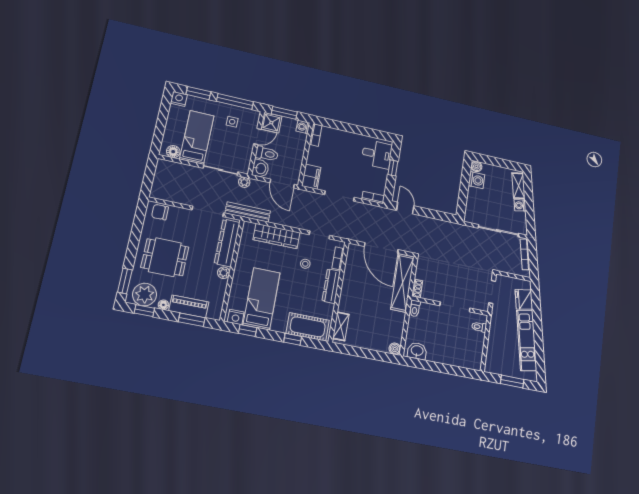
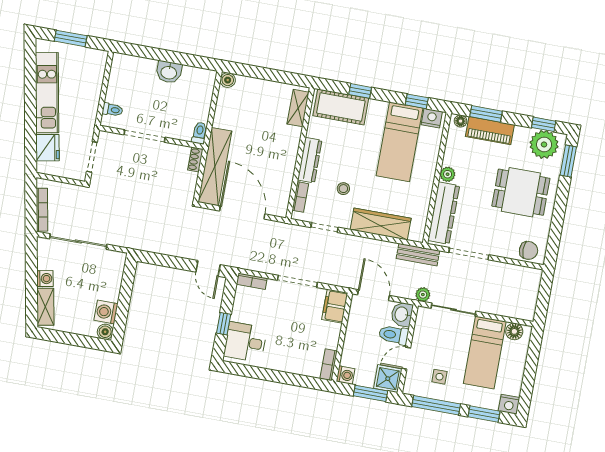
bench: (248, 212) -> (418, 255), width x0.73
floor lamp: (163, 305) -> (461, 121), moved
washbasin: (417, 351) -> (169, 72), moved

